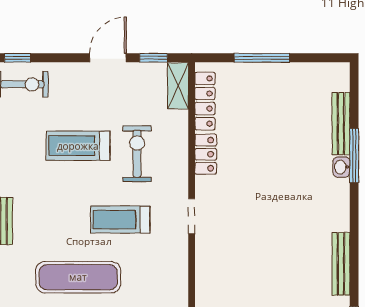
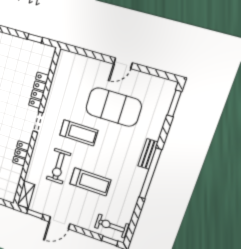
locker: (205, 101) -> (39, 90), moved
exercise mat: (78, 277) -> (113, 107), width x1.47

